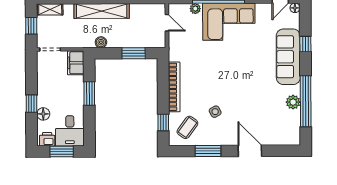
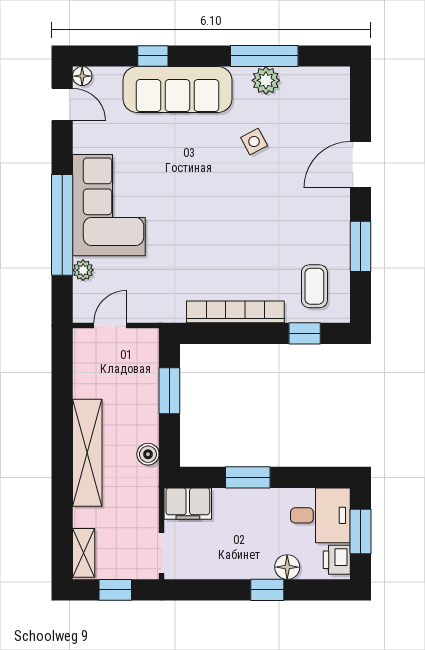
window: (306, 101) -> (264, 56), width x0.68
side table: (215, 112) -> (254, 142), moved
coffee table: (187, 127) -> (314, 286), turned 54

